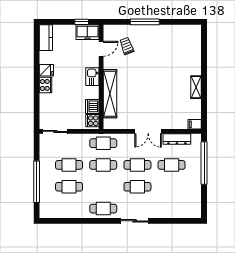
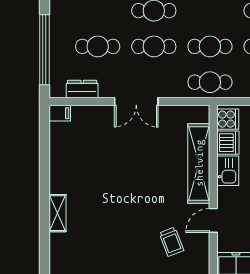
door: (101, 49) -> (213, 220), moved
kitchen sink: (92, 77) -> (228, 171), moved
shelving: (196, 87) -> (57, 213), moved
double door: (148, 131) -> (136, 101), swing flipped
dresser: (177, 139) -> (82, 89), width x0.70

